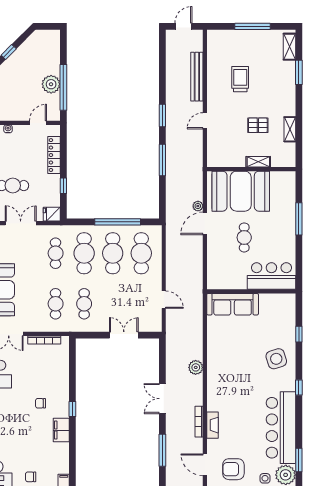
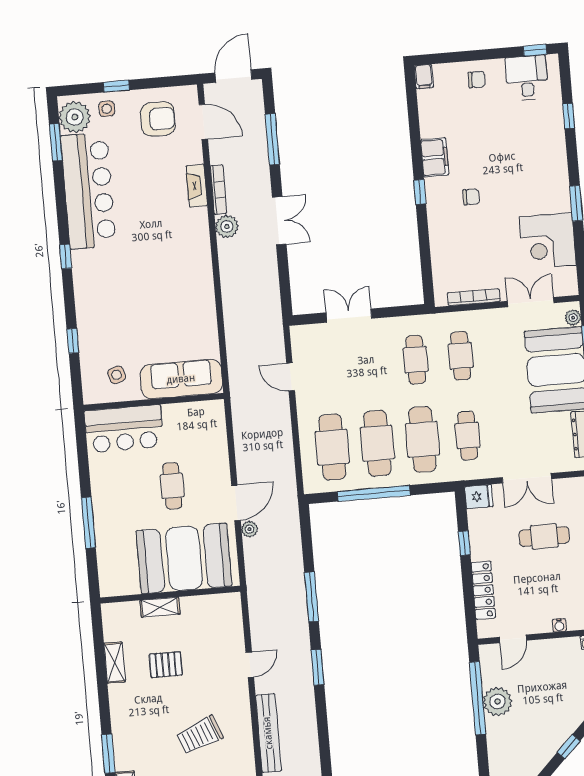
trolley: (240, 79) -> (200, 735), turned 68
double door: (124, 335) -> (349, 316), swing flipped
side table: (276, 359) -> (117, 375), moved, width x0.54, depth x0.54
plant: (196, 367) -> (227, 227), moved

